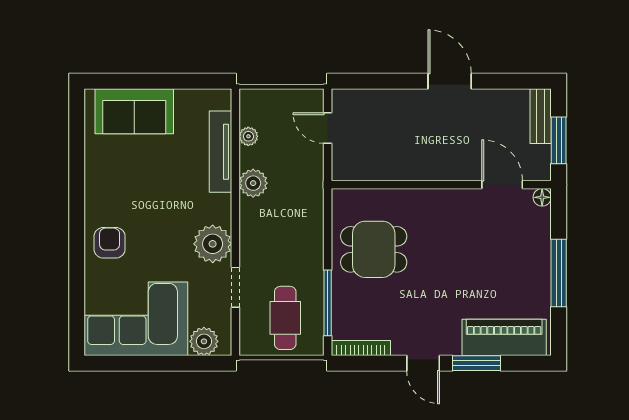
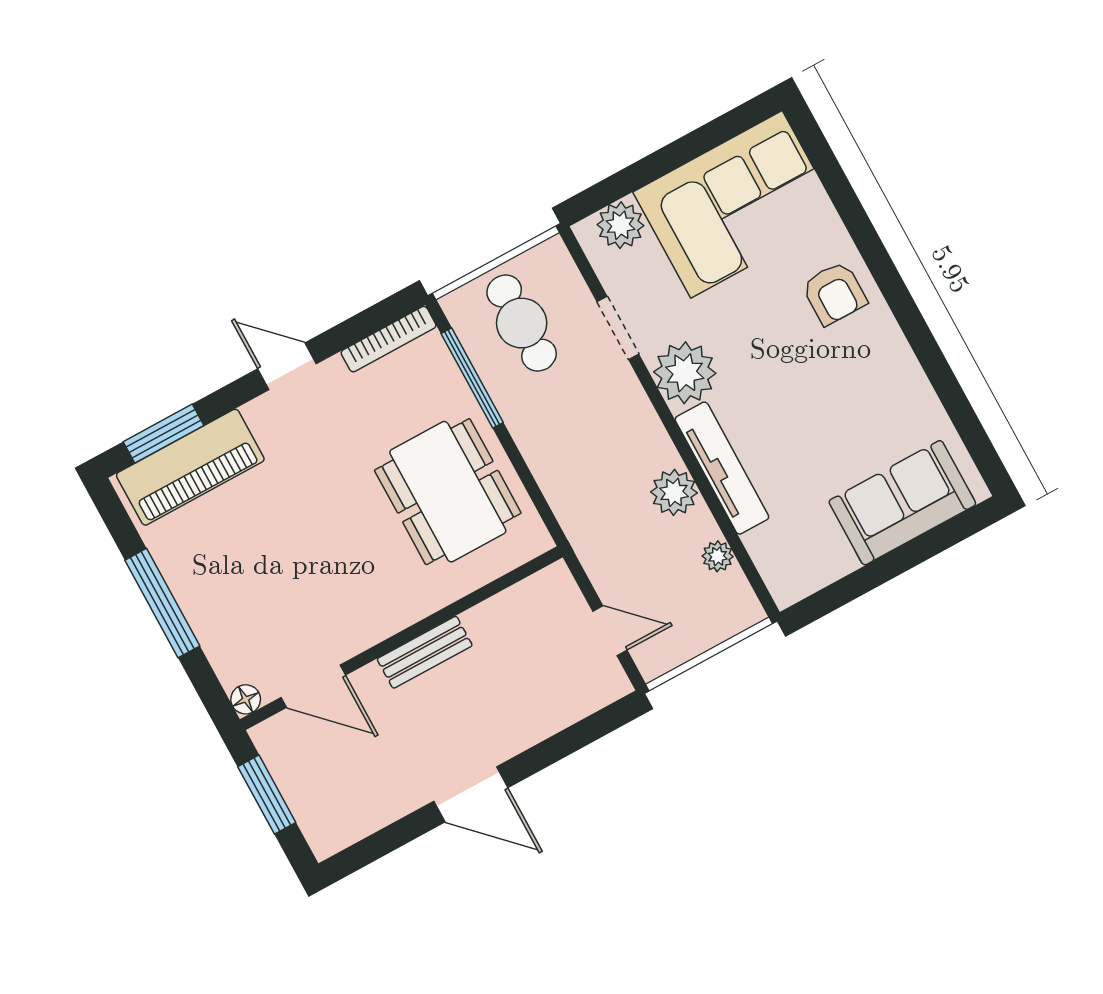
bench: (541, 116) -> (425, 652), moved, turned 90
tv unit: (220, 152) -> (722, 468), moved
dining table: (374, 249) -> (448, 492), width x1.37
window: (477, 363) -> (164, 434), moved

